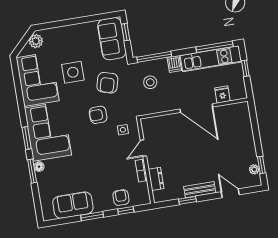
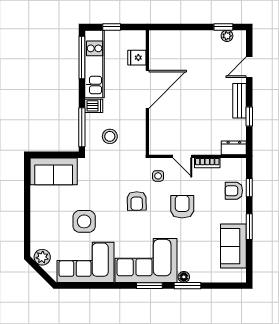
window: (126, 32) -> (49, 155), removed
armchair: (107, 83) -> (182, 207), moved, turned -106
dresser: (156, 179) -> (234, 148), moved

